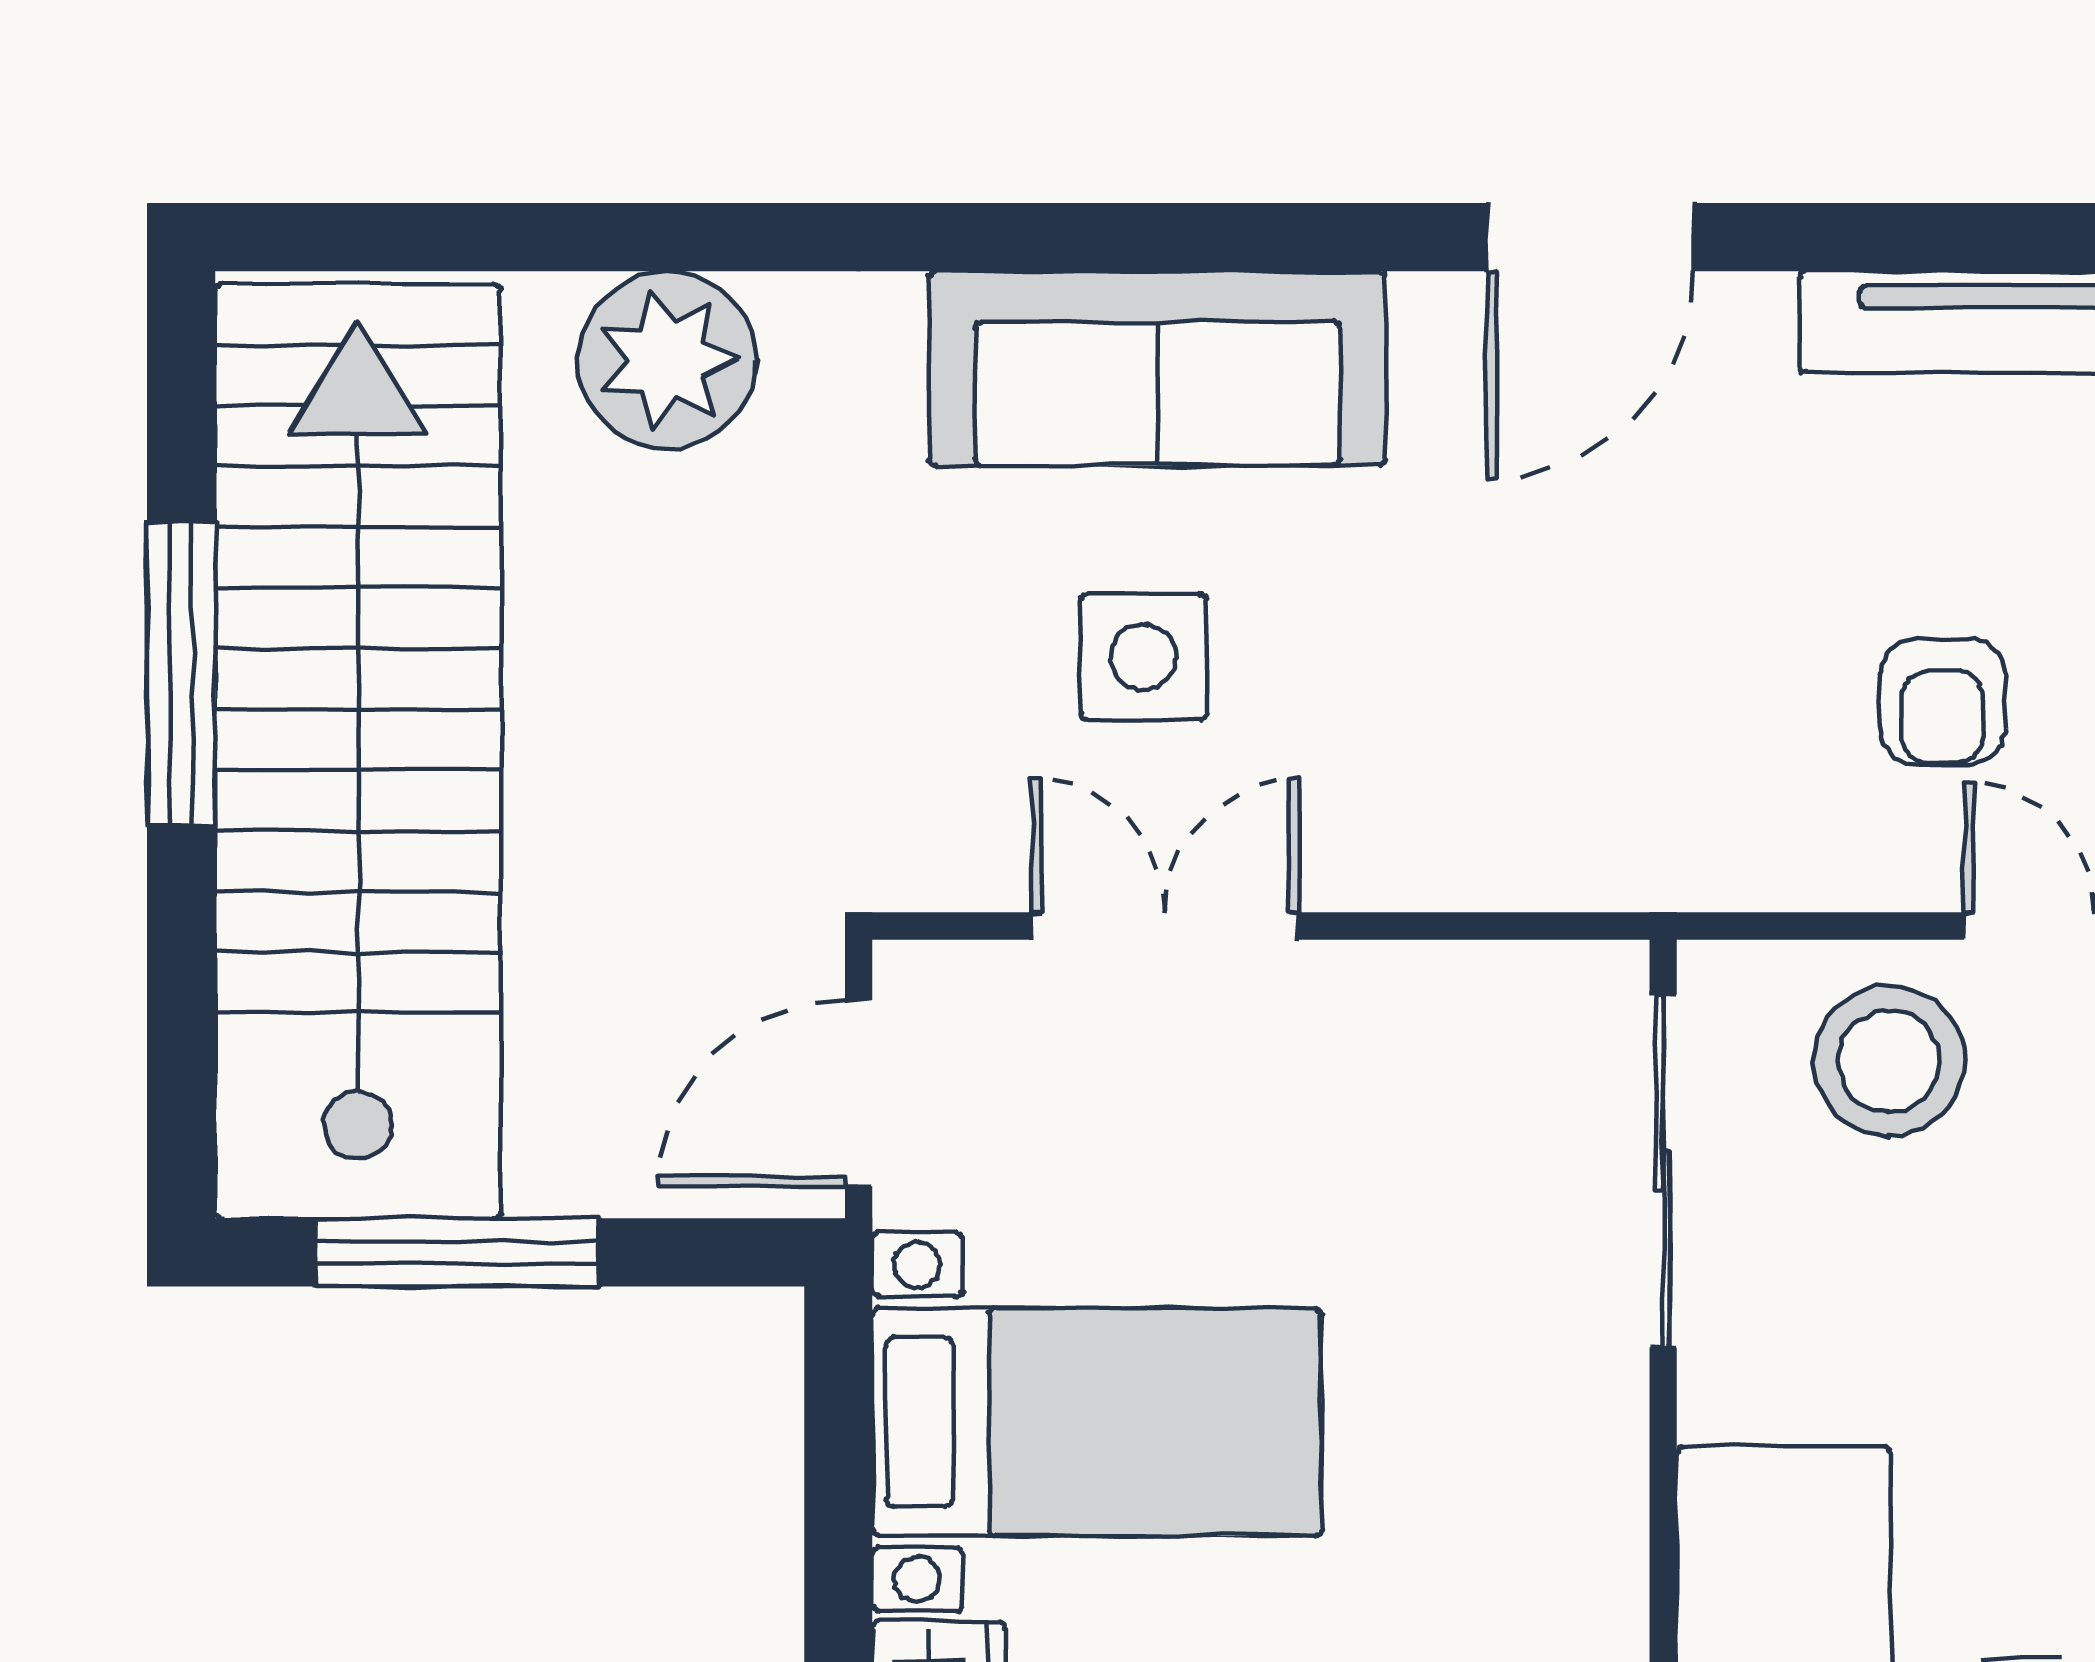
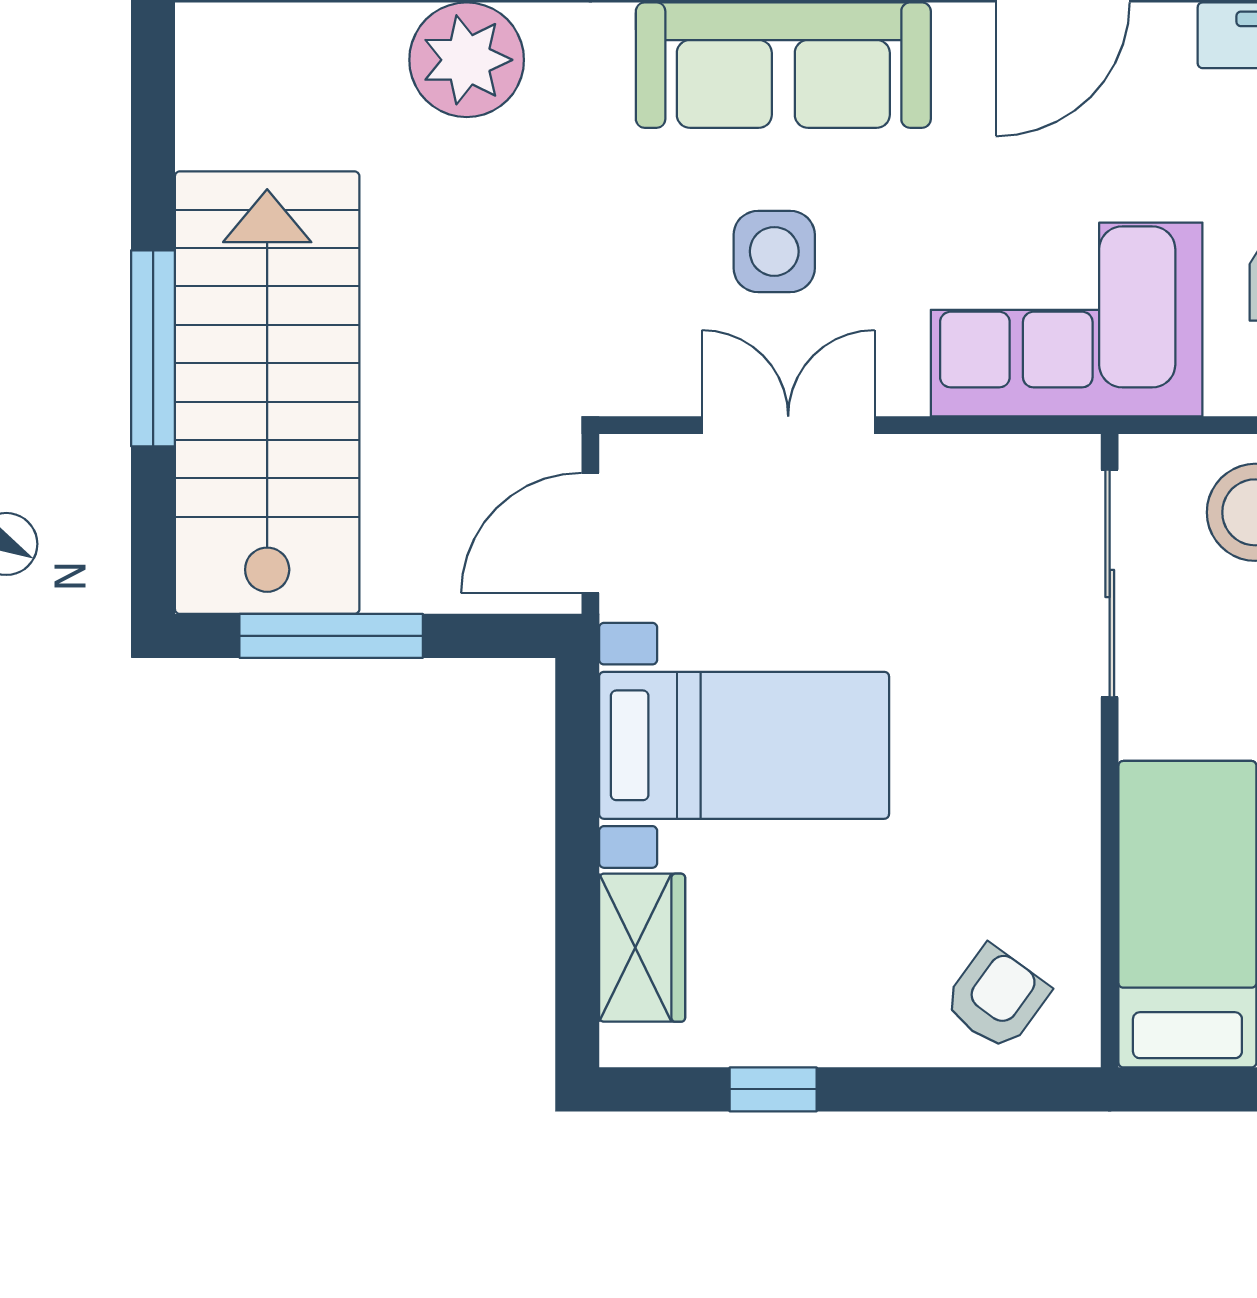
window: (181, 674) -> (153, 348), moved
stairs: (358, 751) -> (267, 393), width x0.73
corner sofa: (1596, 762) -> (1067, 319), added

